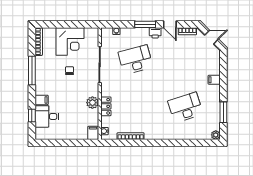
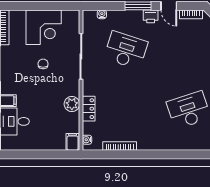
desk: (136, 60) -> (126, 50), turned 33

